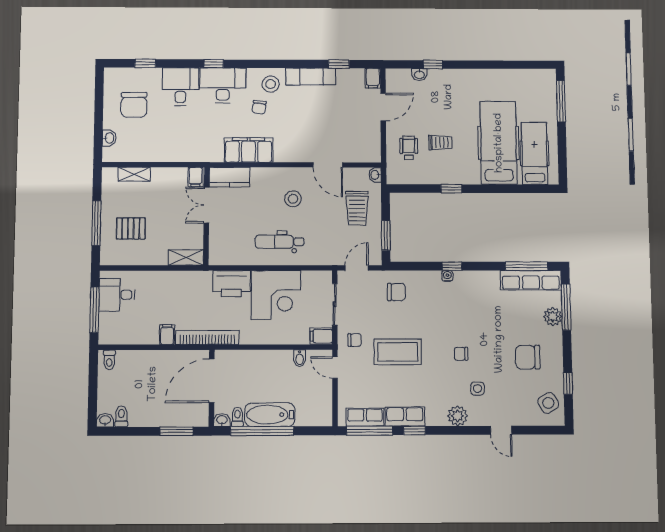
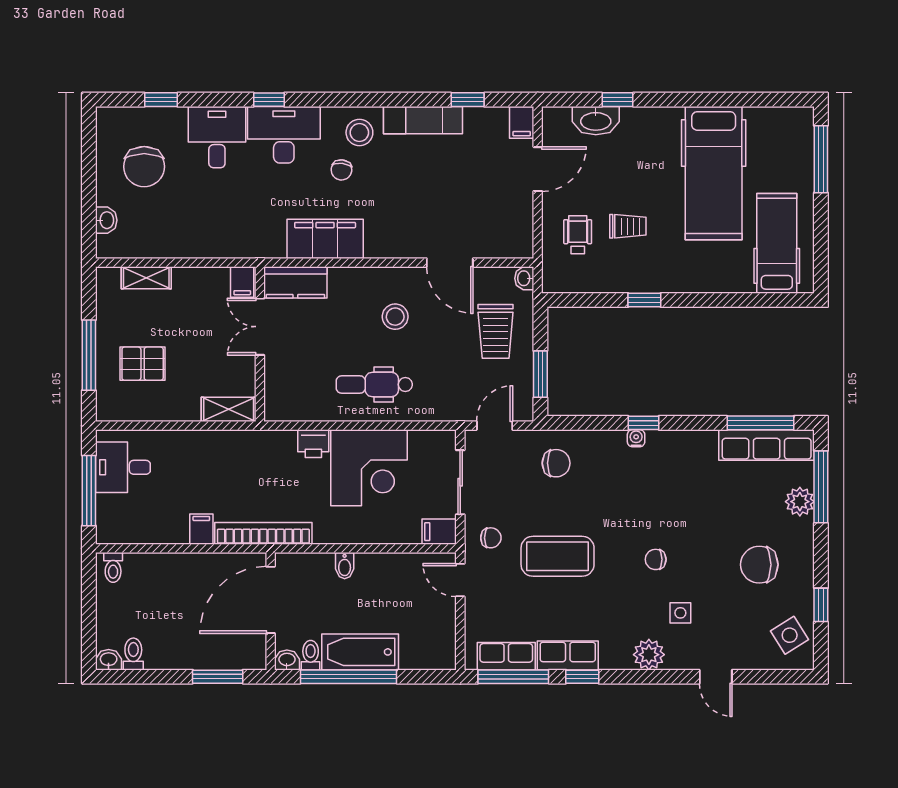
washbasin: (419, 75) -> (596, 121), width x1.91, depth x1.45
hospital bed: (499, 143) -> (714, 173), moved, turned 180
printer: (231, 284) -> (313, 444), width x0.53, depth x0.68
bidet: (300, 358) -> (345, 566), moved

